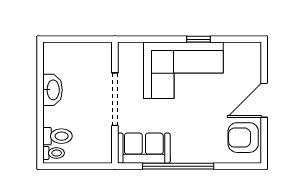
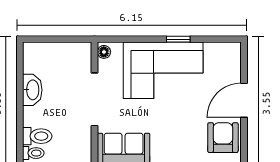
floor lamp: (124, 52) -> (104, 52), added
armchair: (243, 138) -> (223, 138), turned 90

